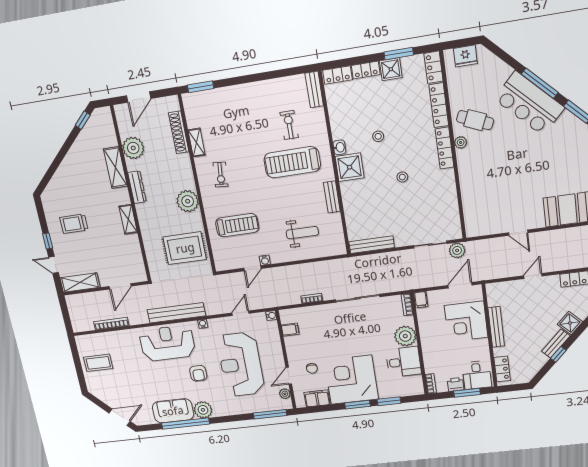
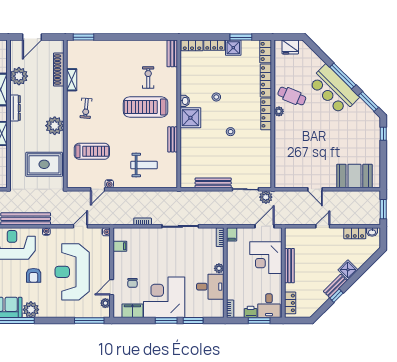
bench: (372, 245) -> (213, 183), moved
plant: (405, 336) -> (219, 268), width x0.53, depth x0.53

